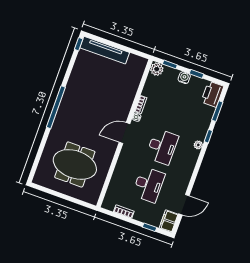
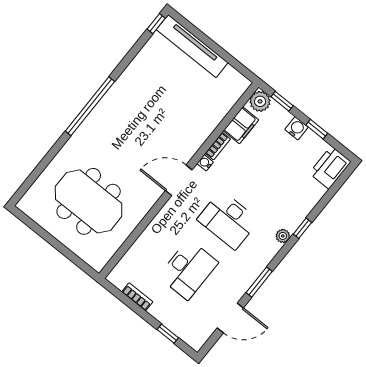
window: (217, 111) -> (259, 282), moved
desk: (162, 147) -> (228, 220), turned 90
filing cabinet: (169, 221) -> (241, 125), moved, turned 180

